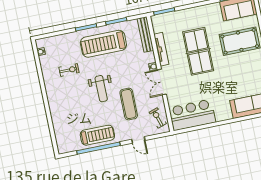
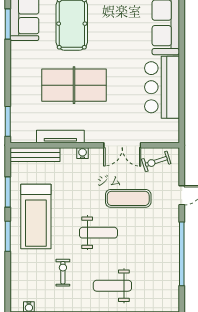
double door: (162, 82) -> (122, 145), moved
weight bench: (67, 105) -> (112, 286), added
bar counter: (192, 115) -> (162, 87), moved
treadmill: (97, 135) -> (163, 251), removed

